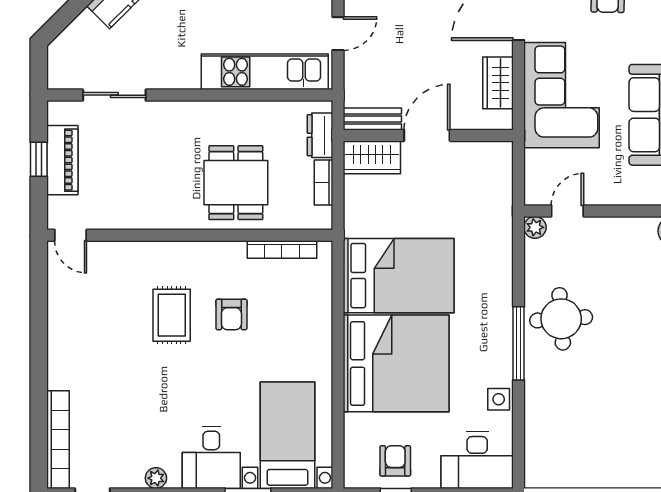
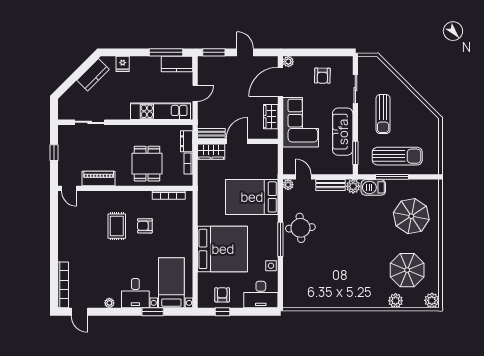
piano: (62, 160) -> (99, 179), moved, turned -90
door: (567, 211) -> (303, 177), hinge flipped
bench: (625, 228) -> (331, 185), added
bed: (399, 276) -> (252, 197), moved, turned 180
armchair: (231, 314) -> (145, 226), turned 90

